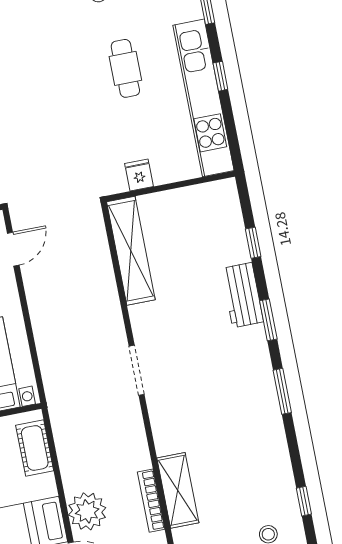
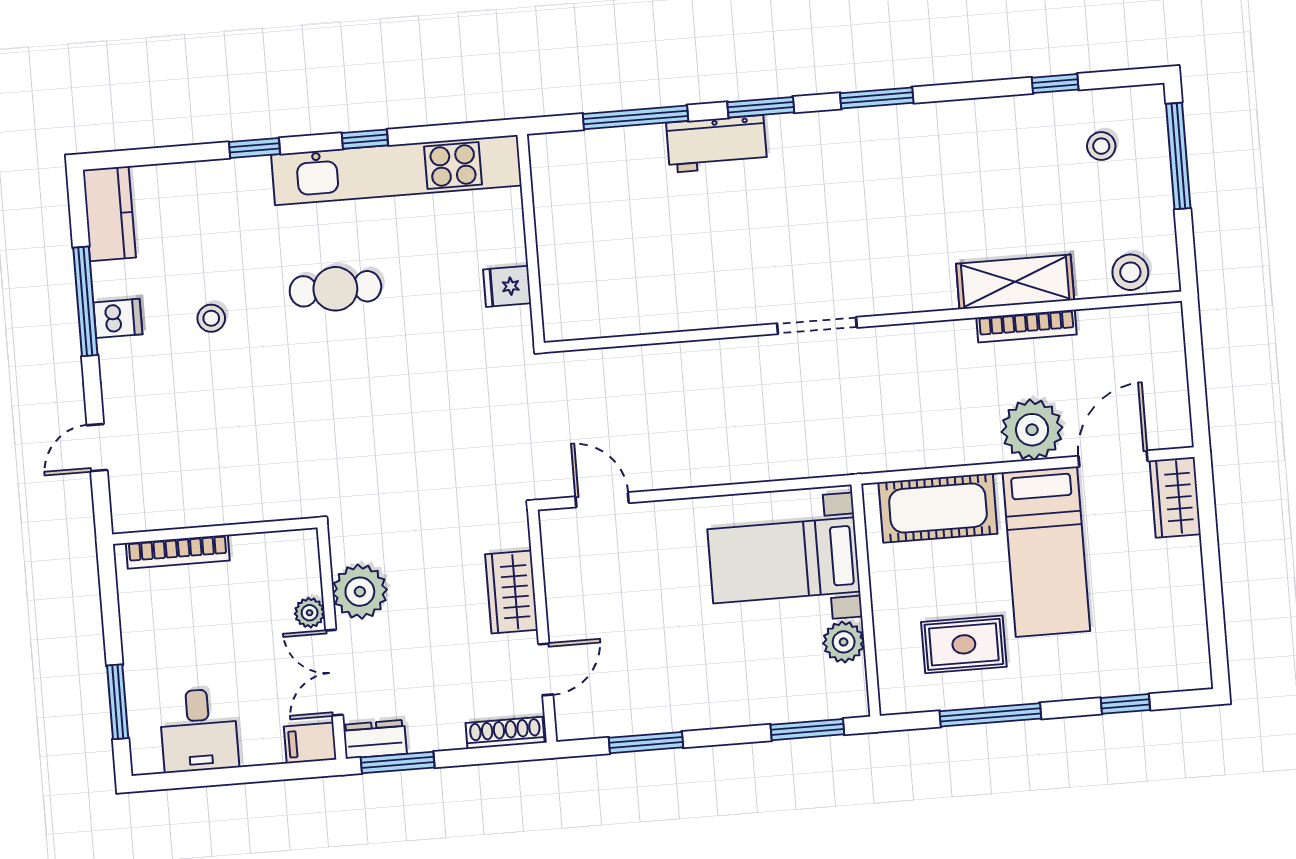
window: (253, 243) -> (635, 117), width x2.17
shelving: (131, 251) -> (626, 313), removed
cot: (35, 448) -> (938, 508), width x1.37, depth x1.34

